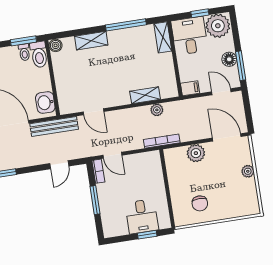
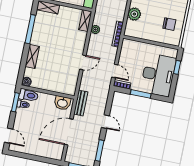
shelving: (145, 95) -> (85, 21), moved
door: (93, 112) -> (83, 62), moved
bench: (54, 126) -> (81, 103), width x0.73
door: (112, 155) -> (115, 71), hinge flipped
door: (59, 165) -> (105, 122), moved
desk: (142, 216) -> (158, 75), width x1.87, depth x1.30

